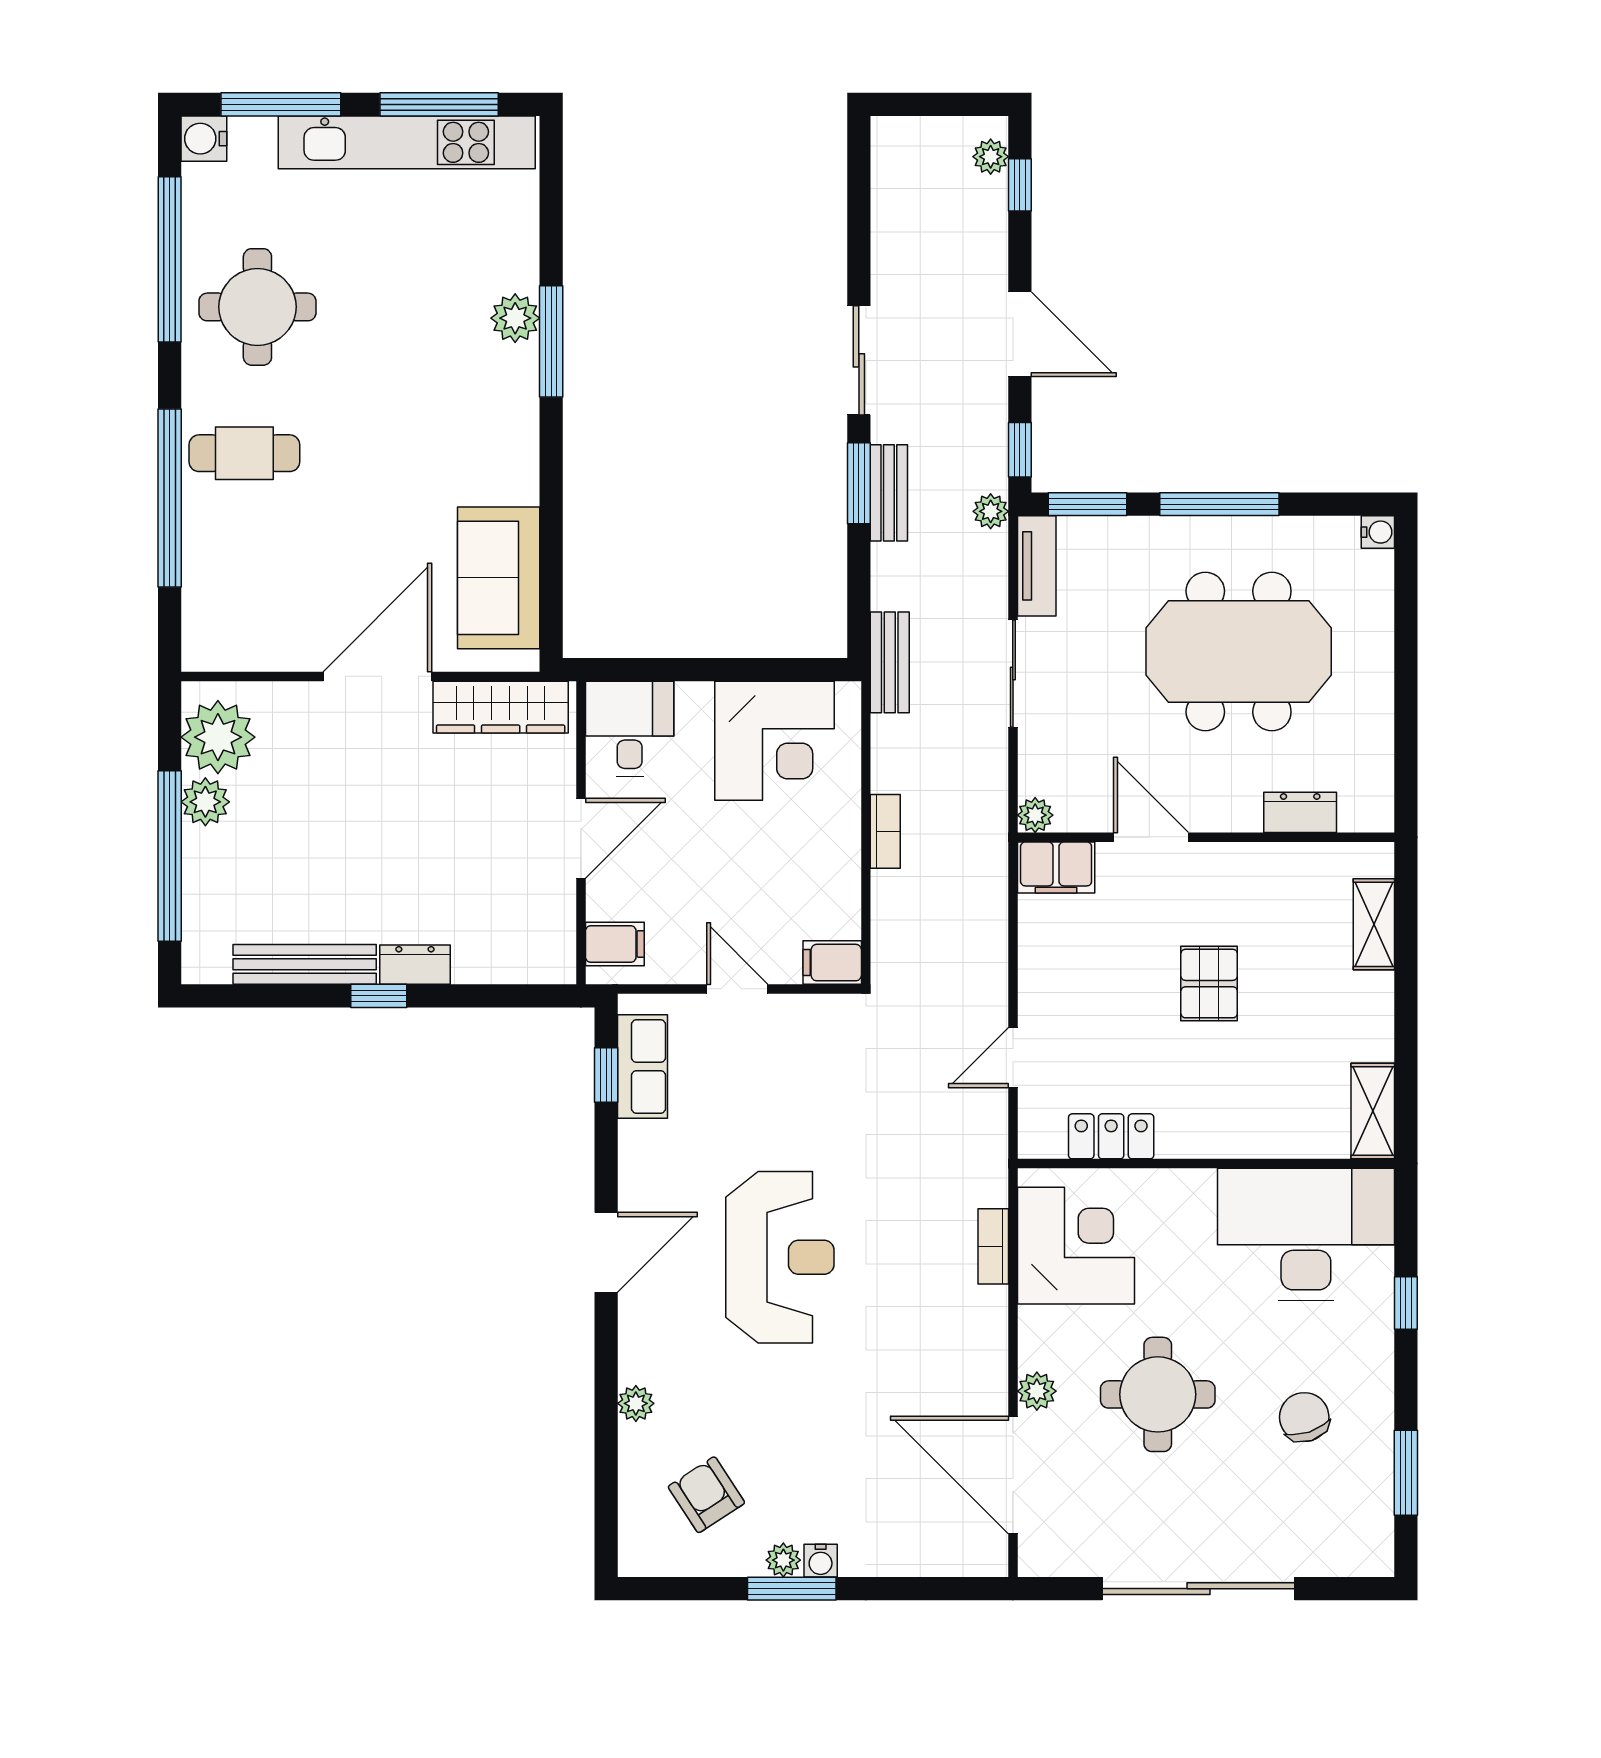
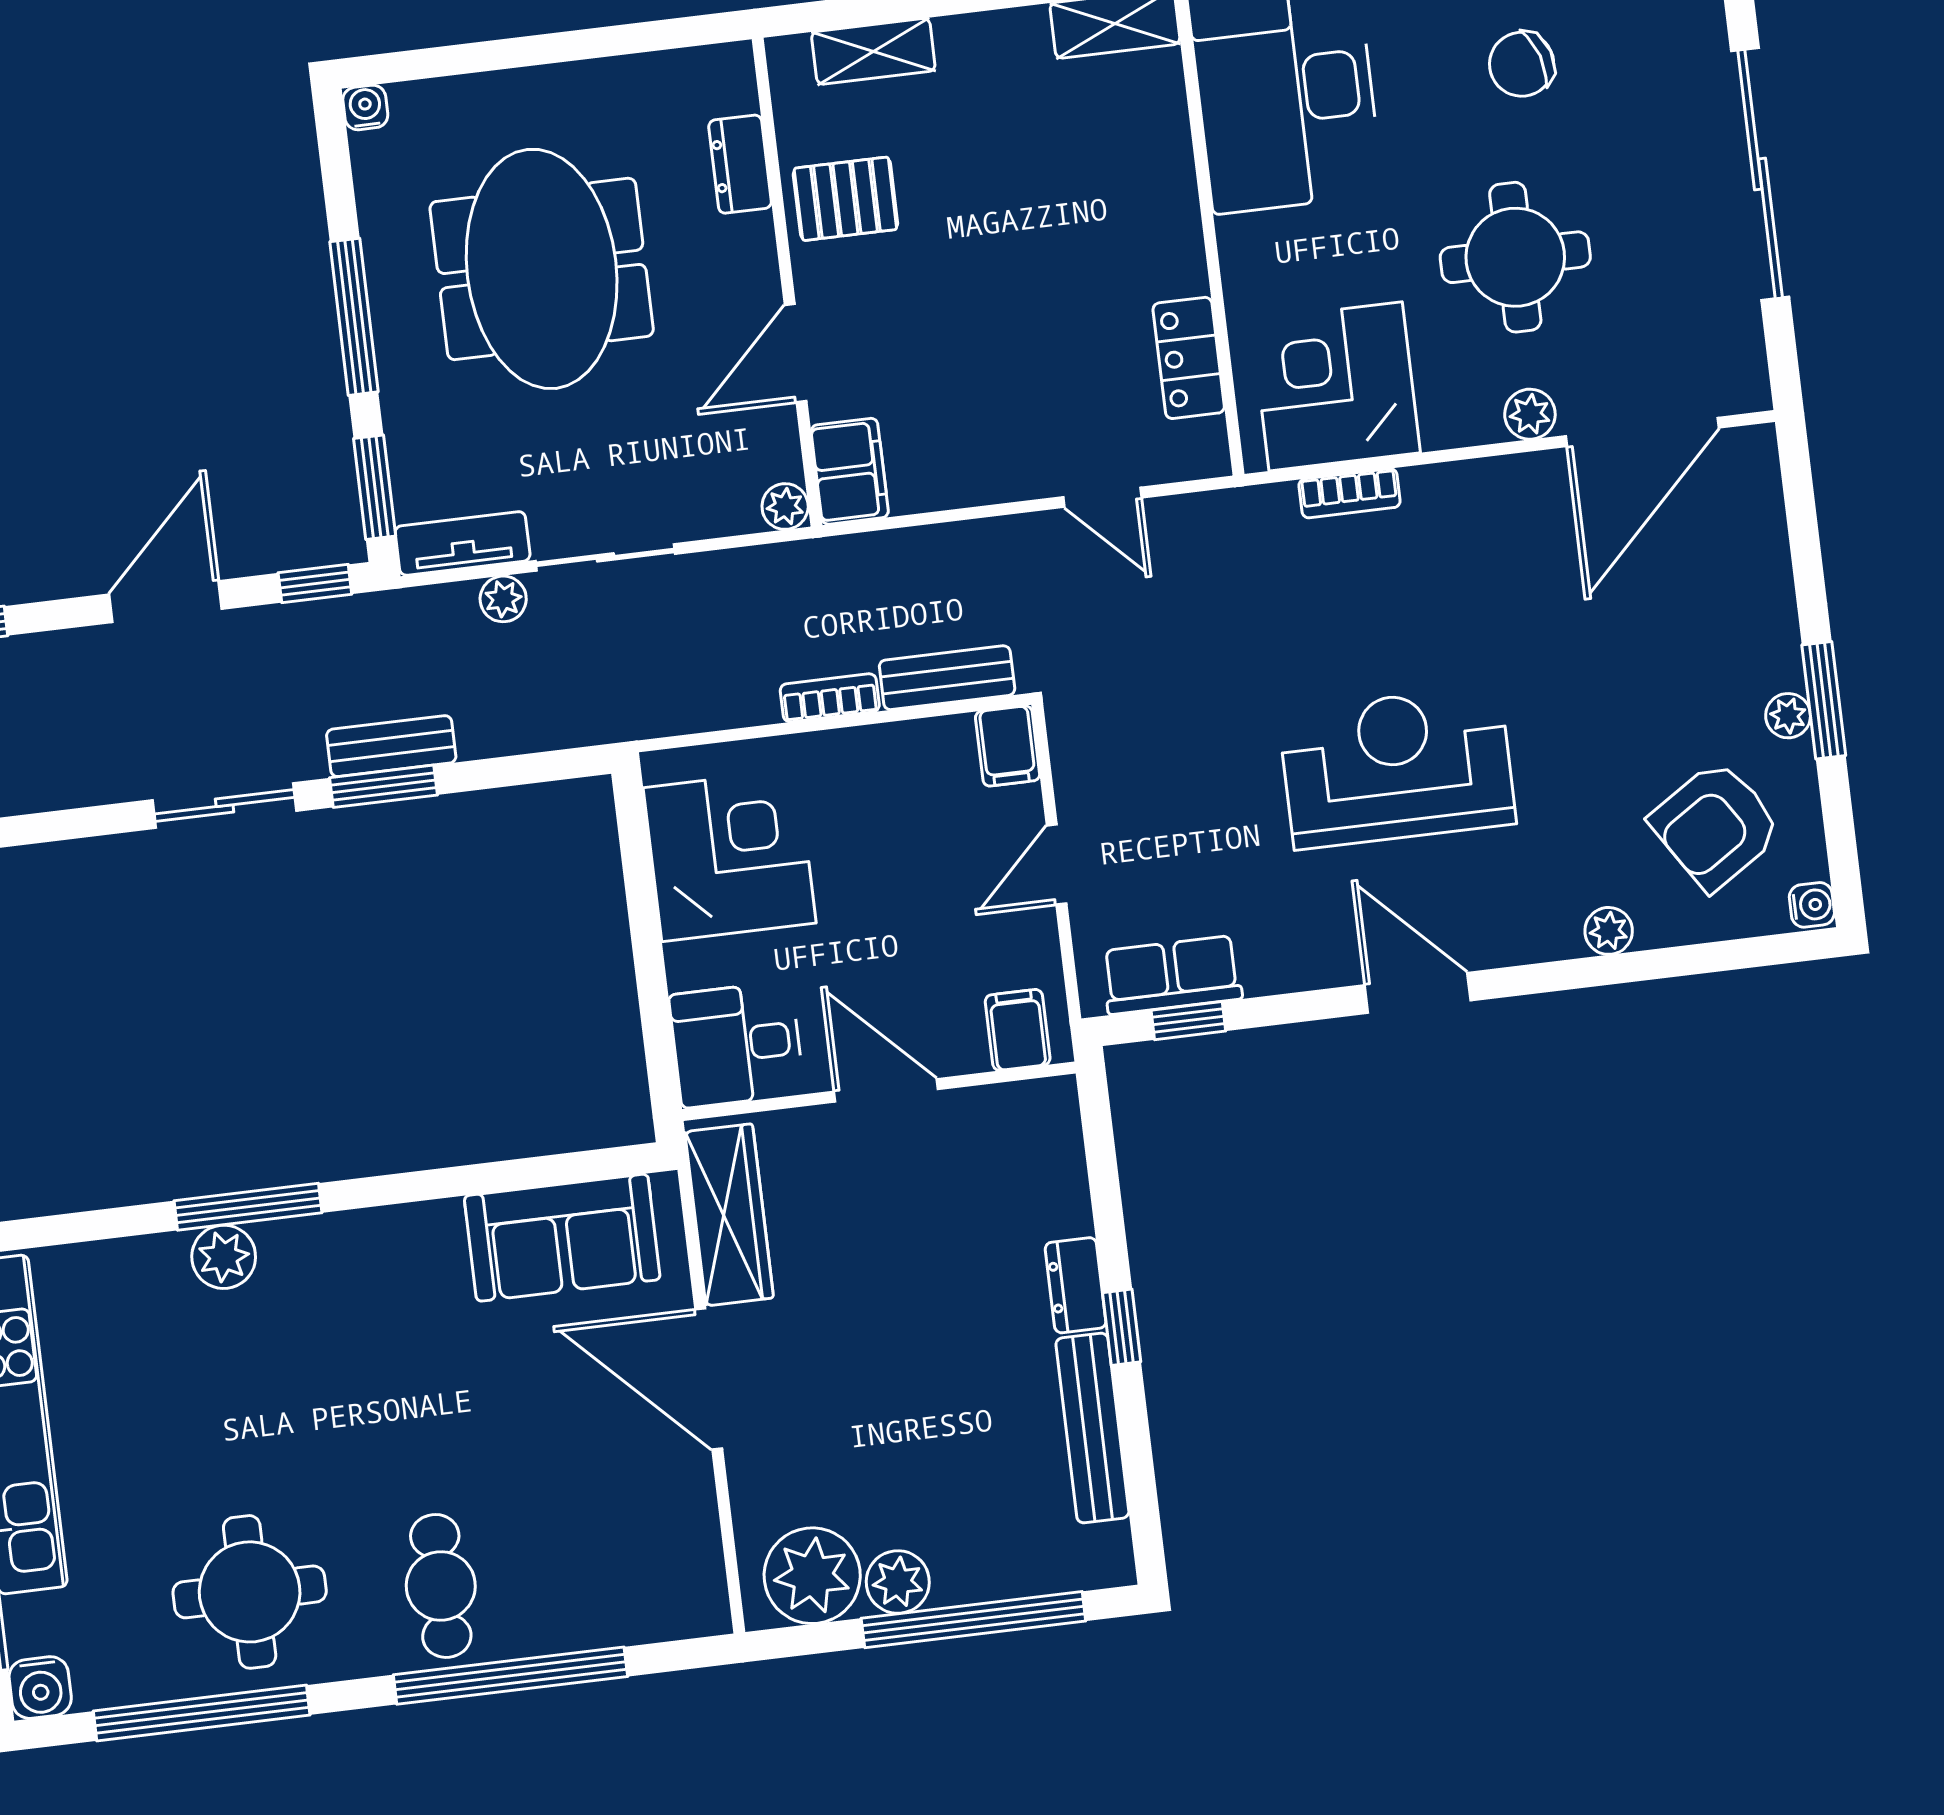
plant: (991, 511) -> (503, 599), moved
bench: (890, 662) -> (947, 678), moved
pallet: (1209, 984) -> (845, 199), moved
armchair: (706, 1495) -> (1716, 825), width x1.38, depth x1.38
water cooler: (821, 1561) -> (1812, 905), moved

